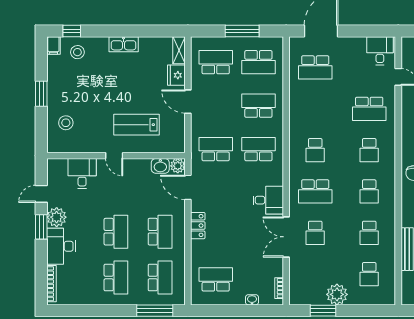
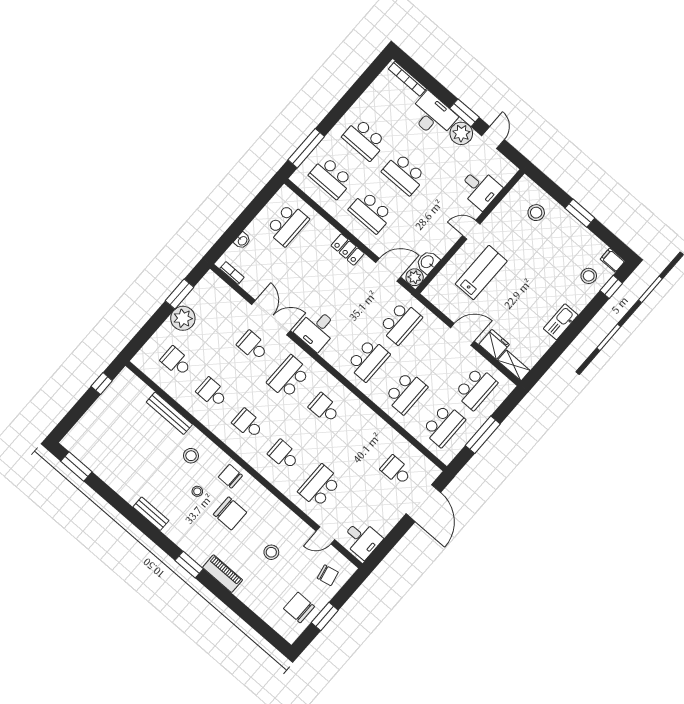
school desk: (258, 62) -> (444, 425), turned 180
school desk: (315, 67) -> (396, 471), width x0.54

